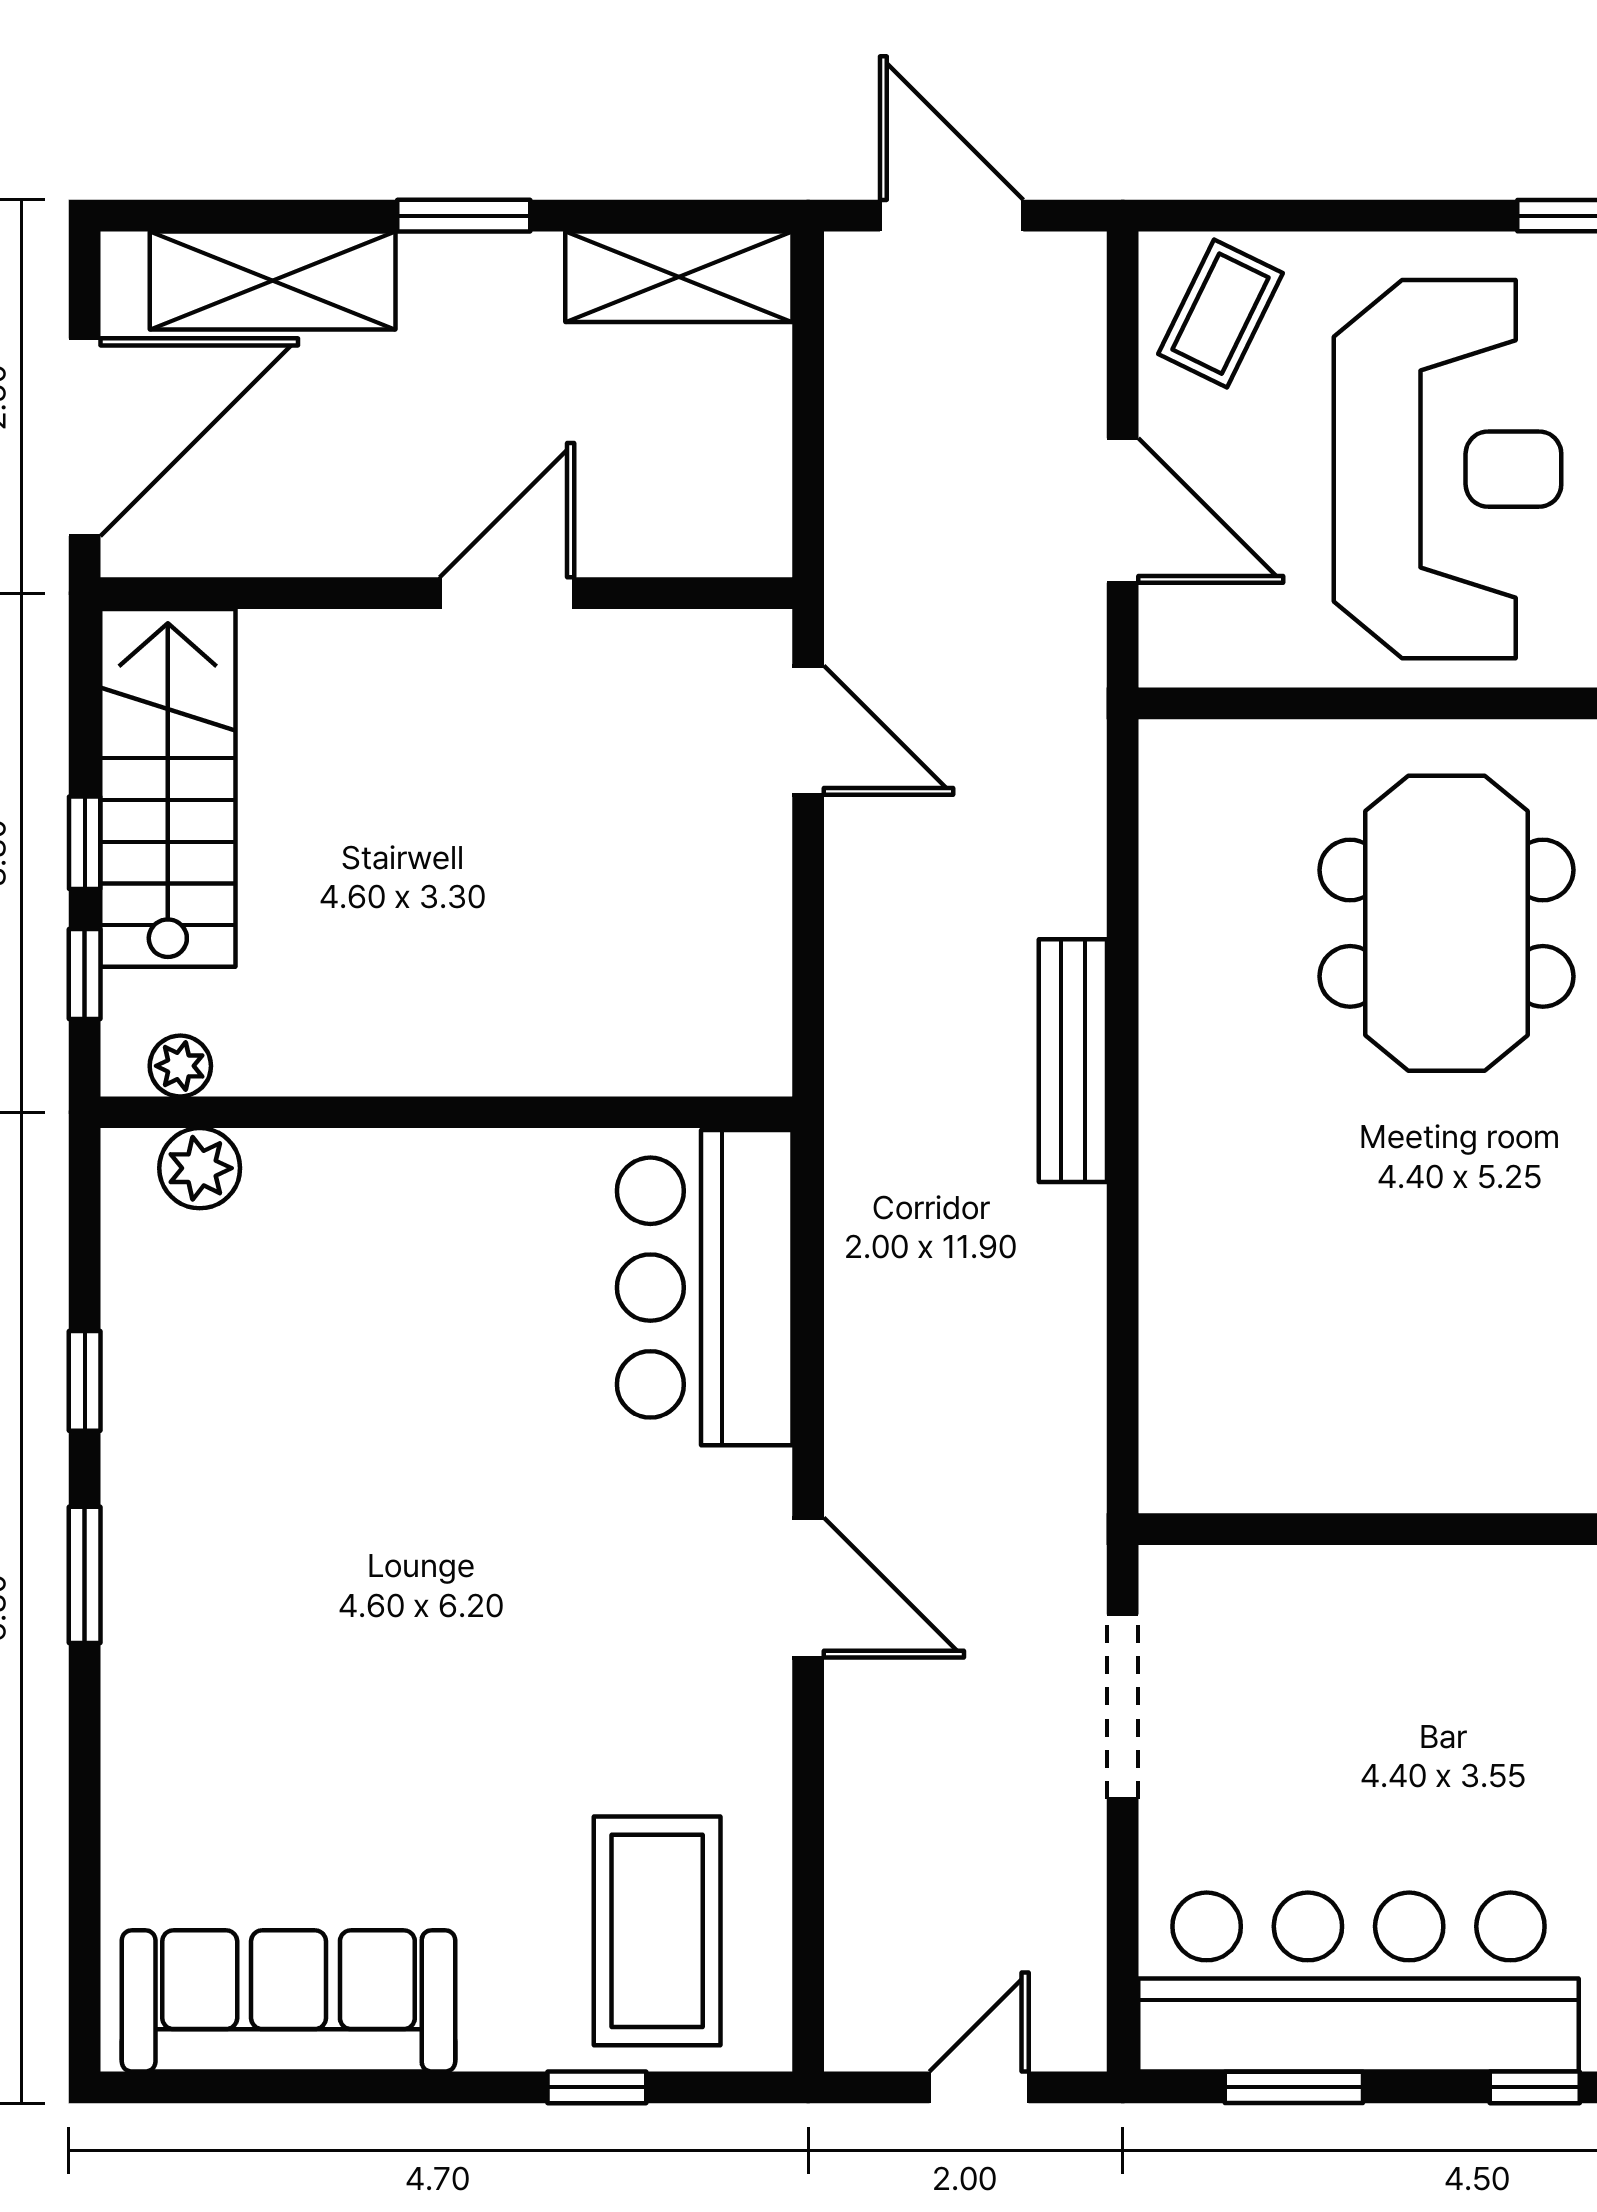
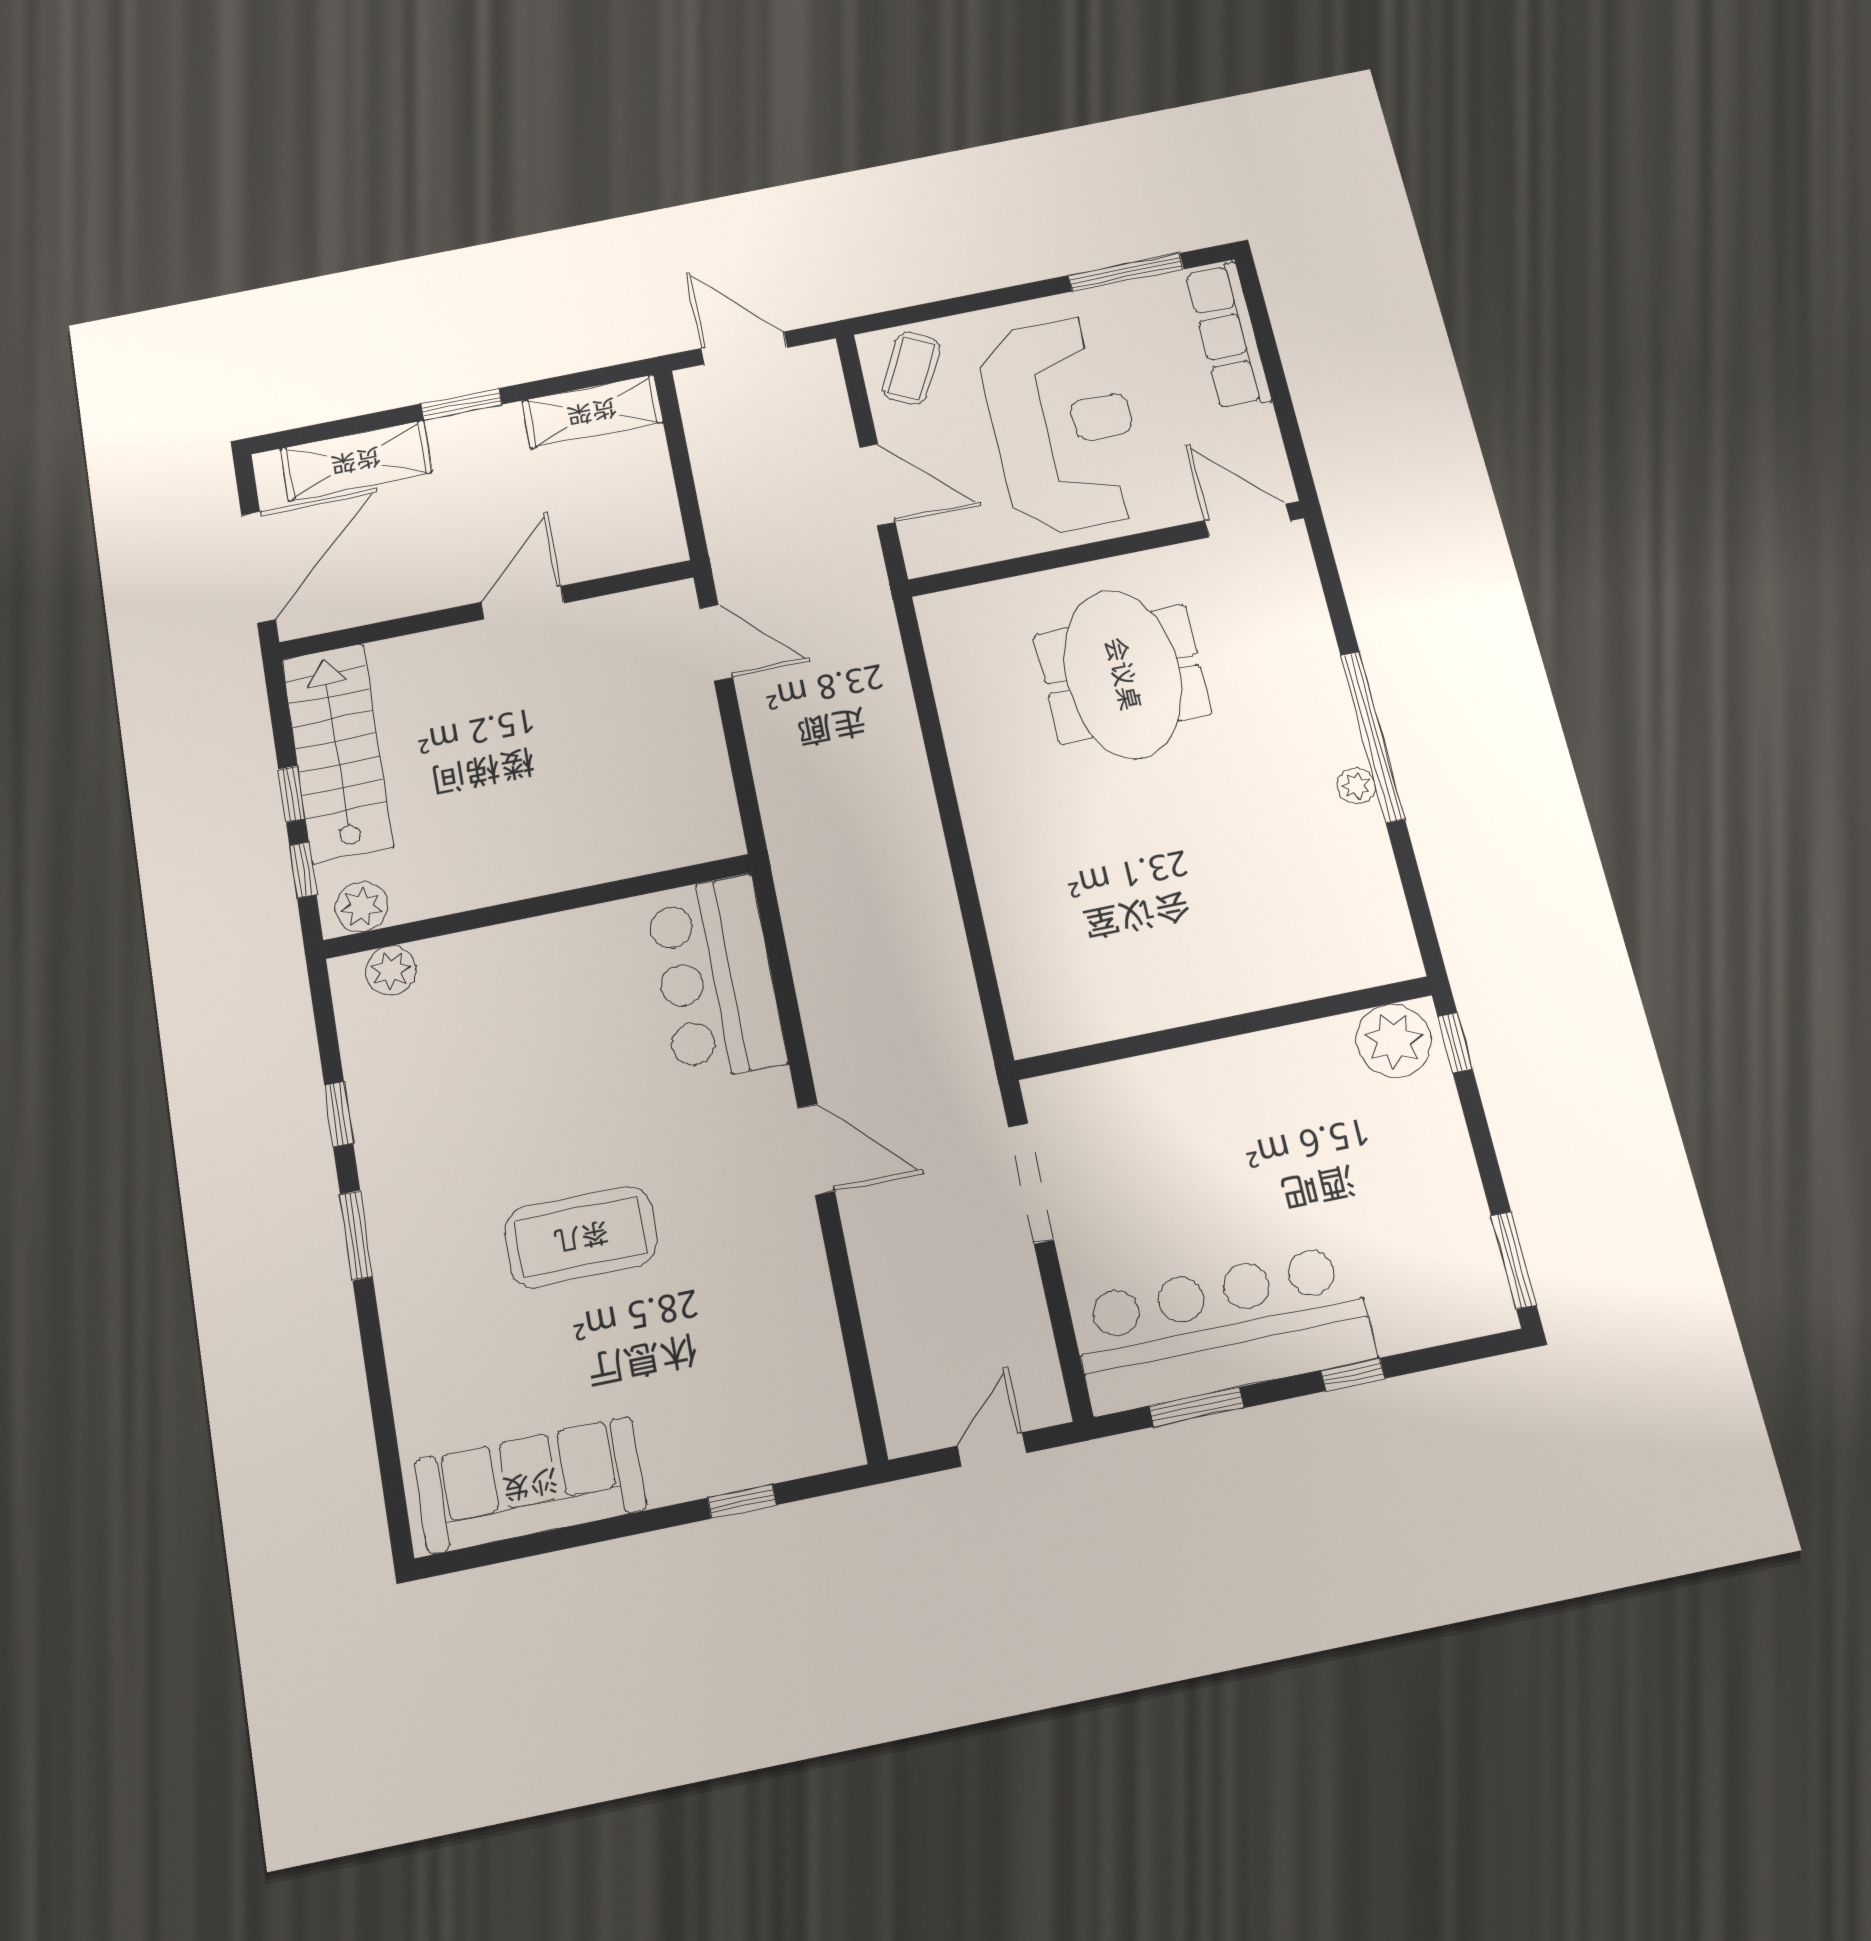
bench: (1073, 1061) -> (915, 799), removed
plant: (180, 1066) -> (362, 907), width x1.38, depth x1.38
coffee table: (657, 1931) -> (581, 1237), moved, turned 90

